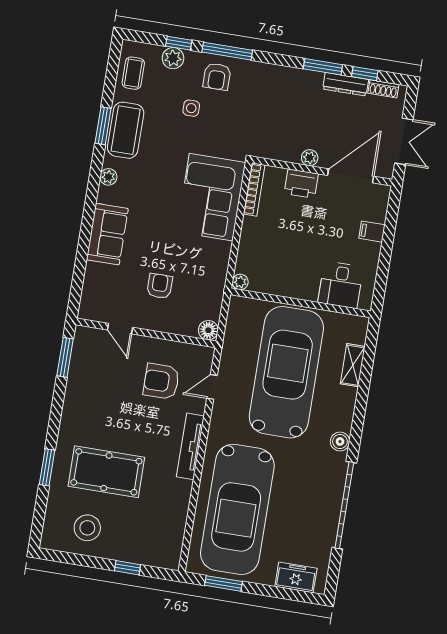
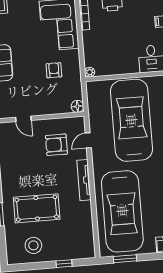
armchair: (160, 286) -> (54, 70), moved

